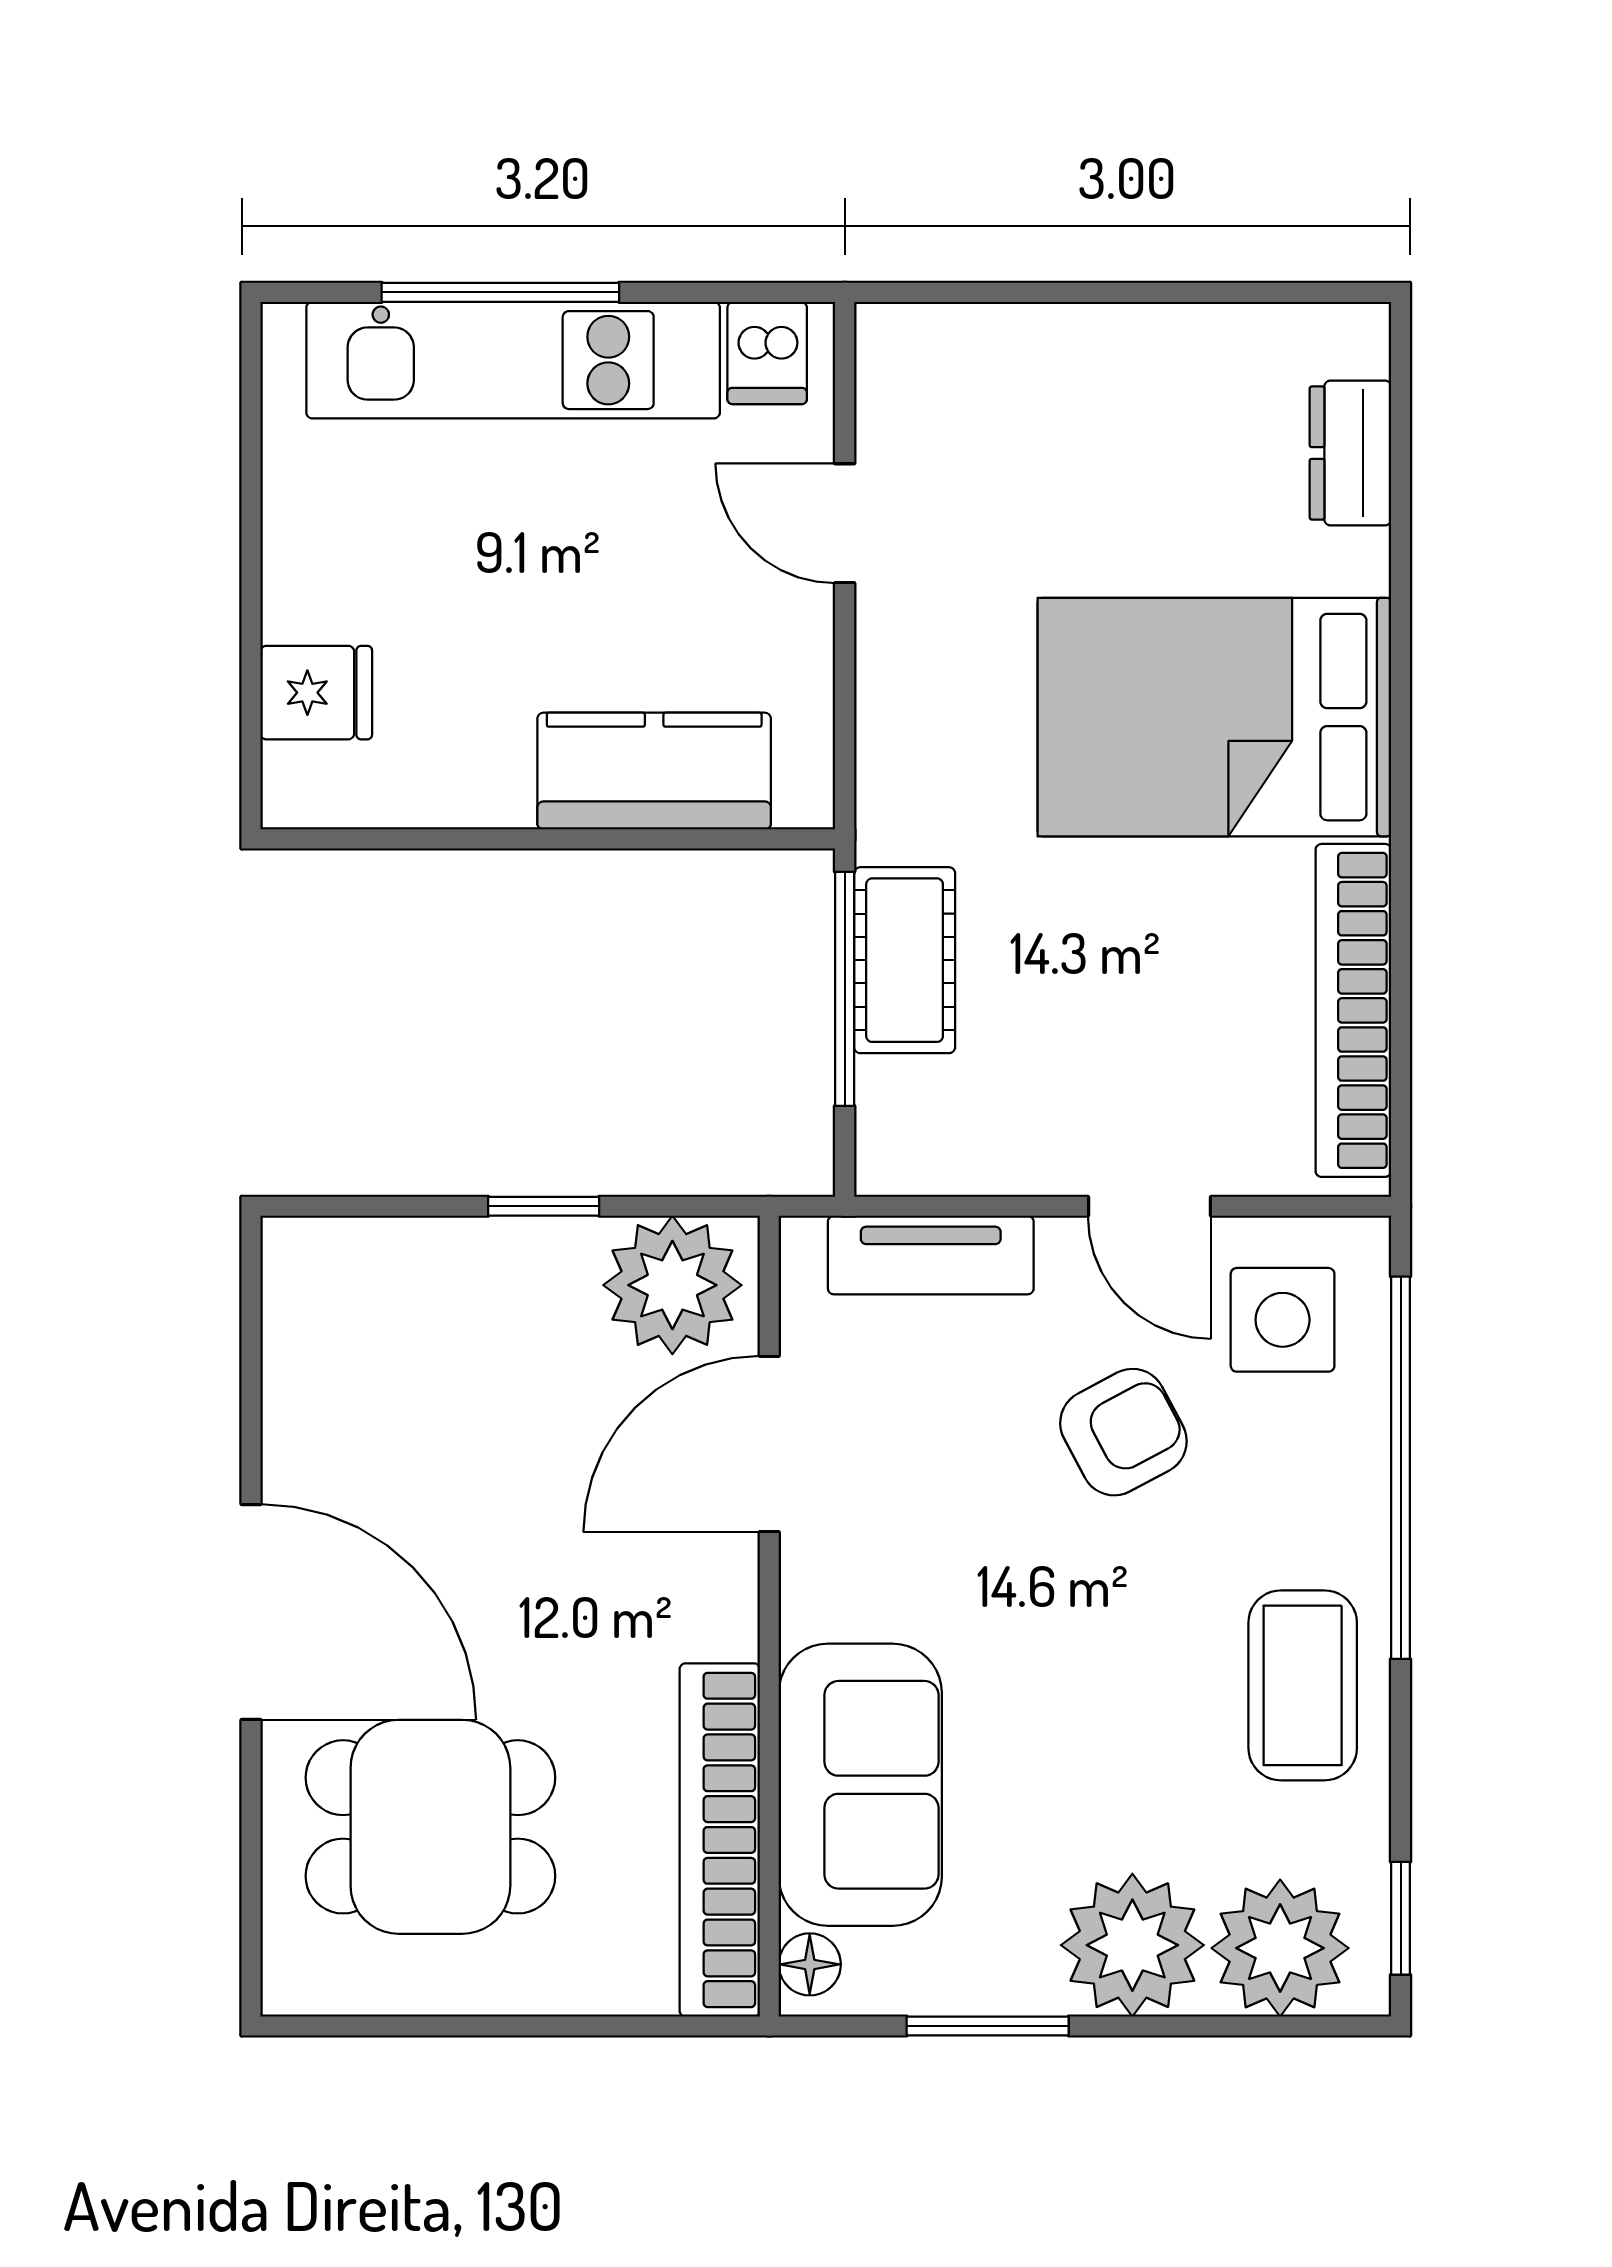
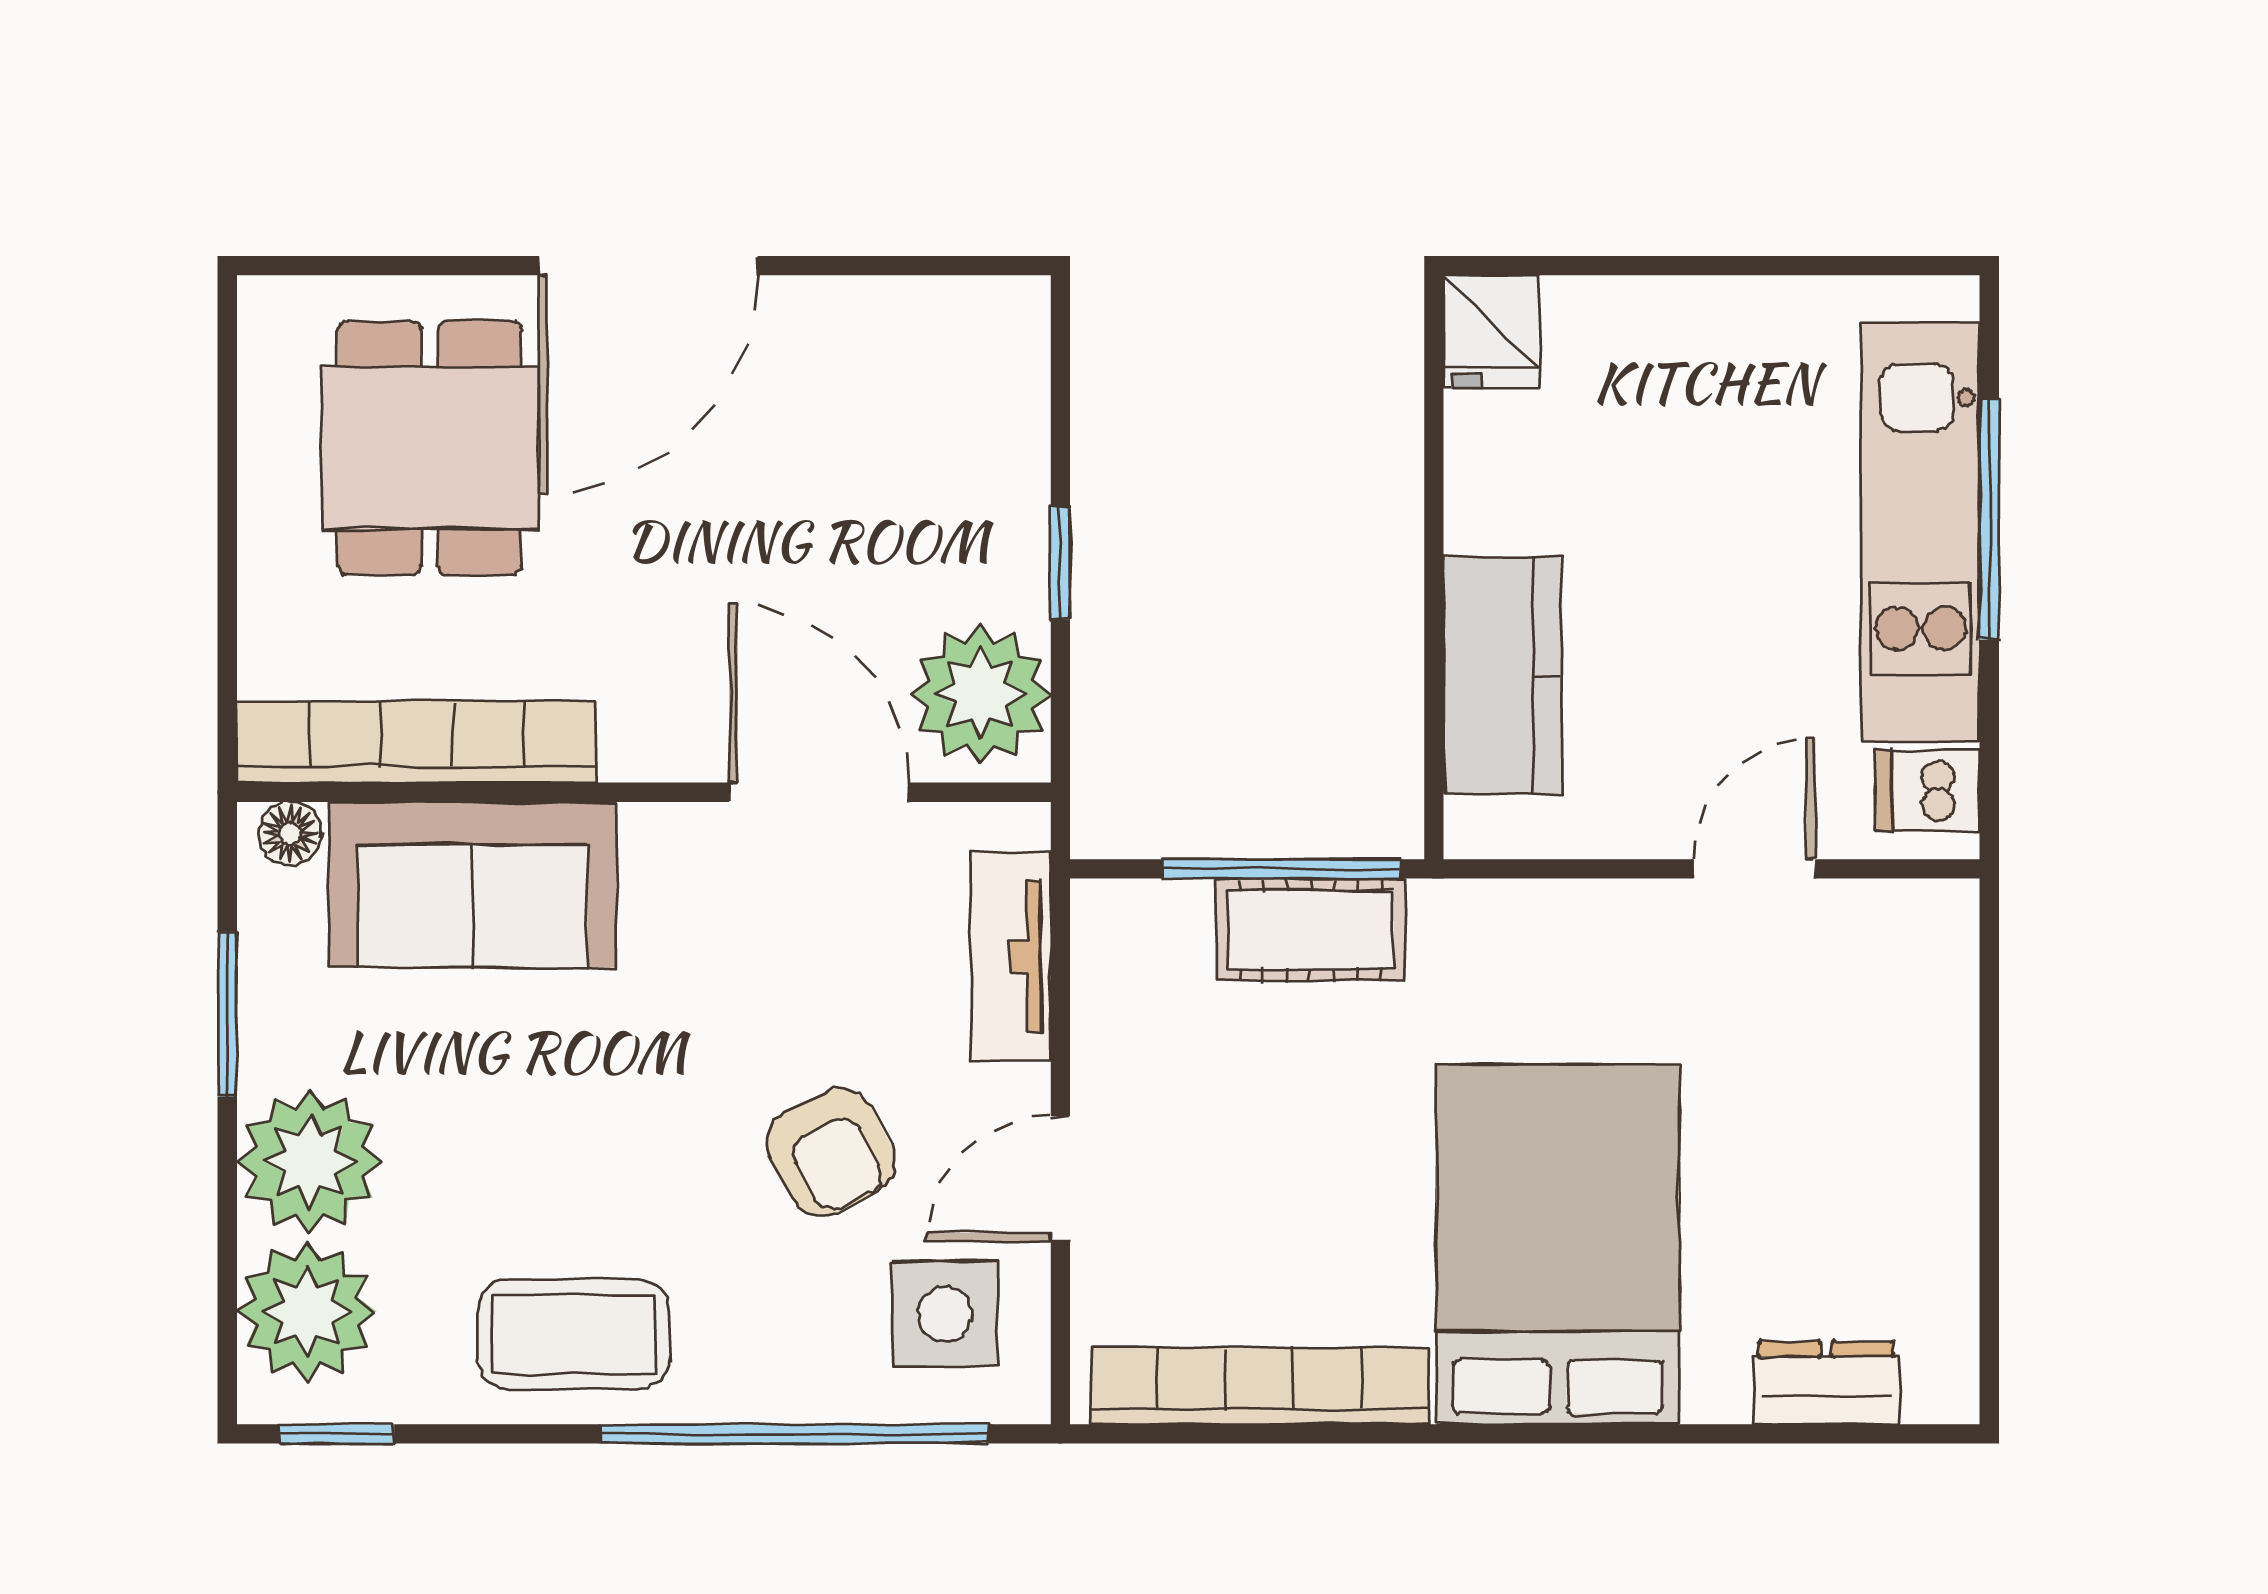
fridge: (316, 693) -> (1491, 332), moved

